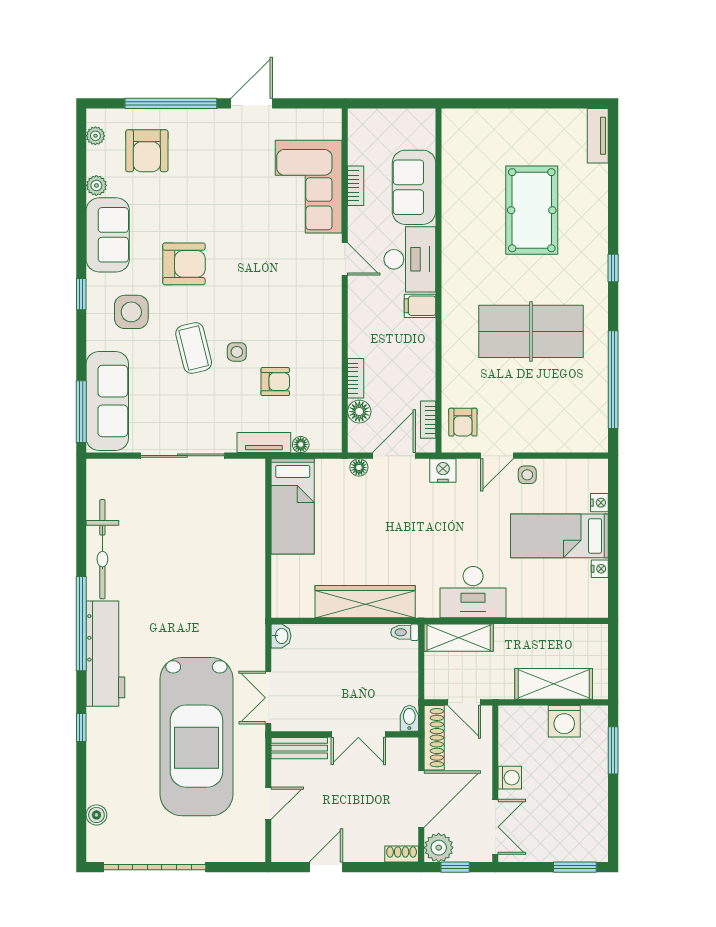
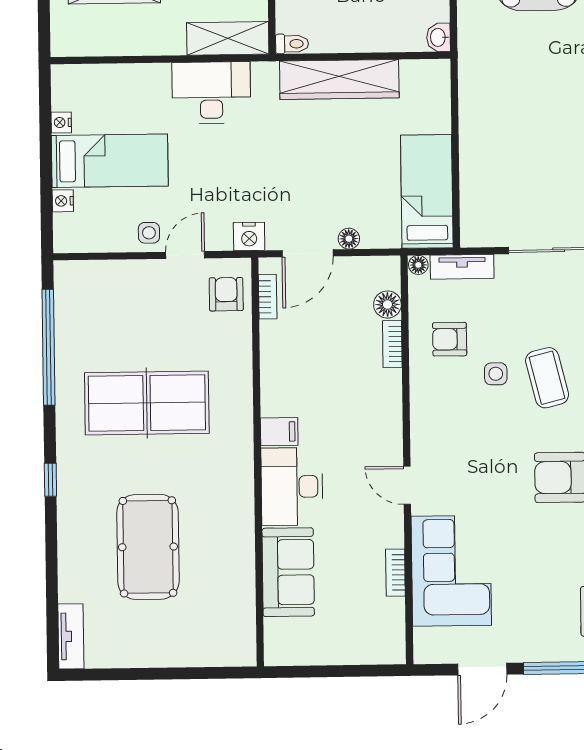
bookcase: (356, 186) -> (395, 573), moved
corner sofa: (309, 187) -> (451, 571), moved
door: (345, 259) -> (407, 485), moved
wall: (345, 280) -> (407, 460), moved
bookcase: (356, 378) -> (392, 344), moved
floor lamp: (359, 412) -> (387, 305), moved

